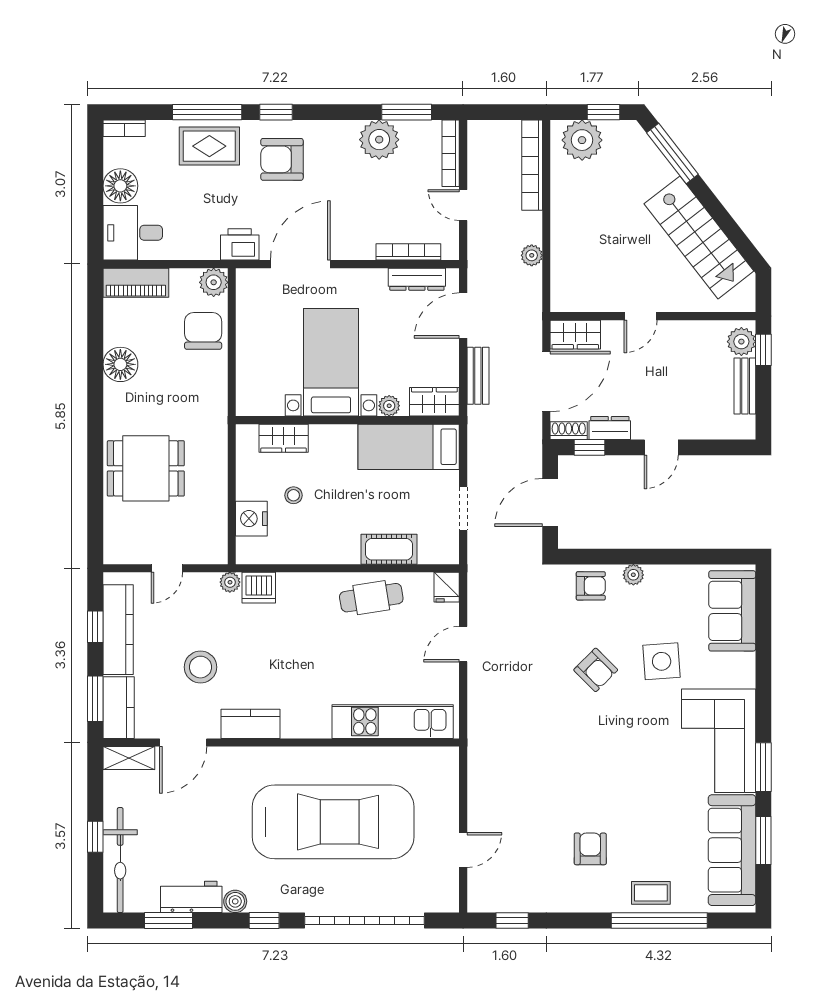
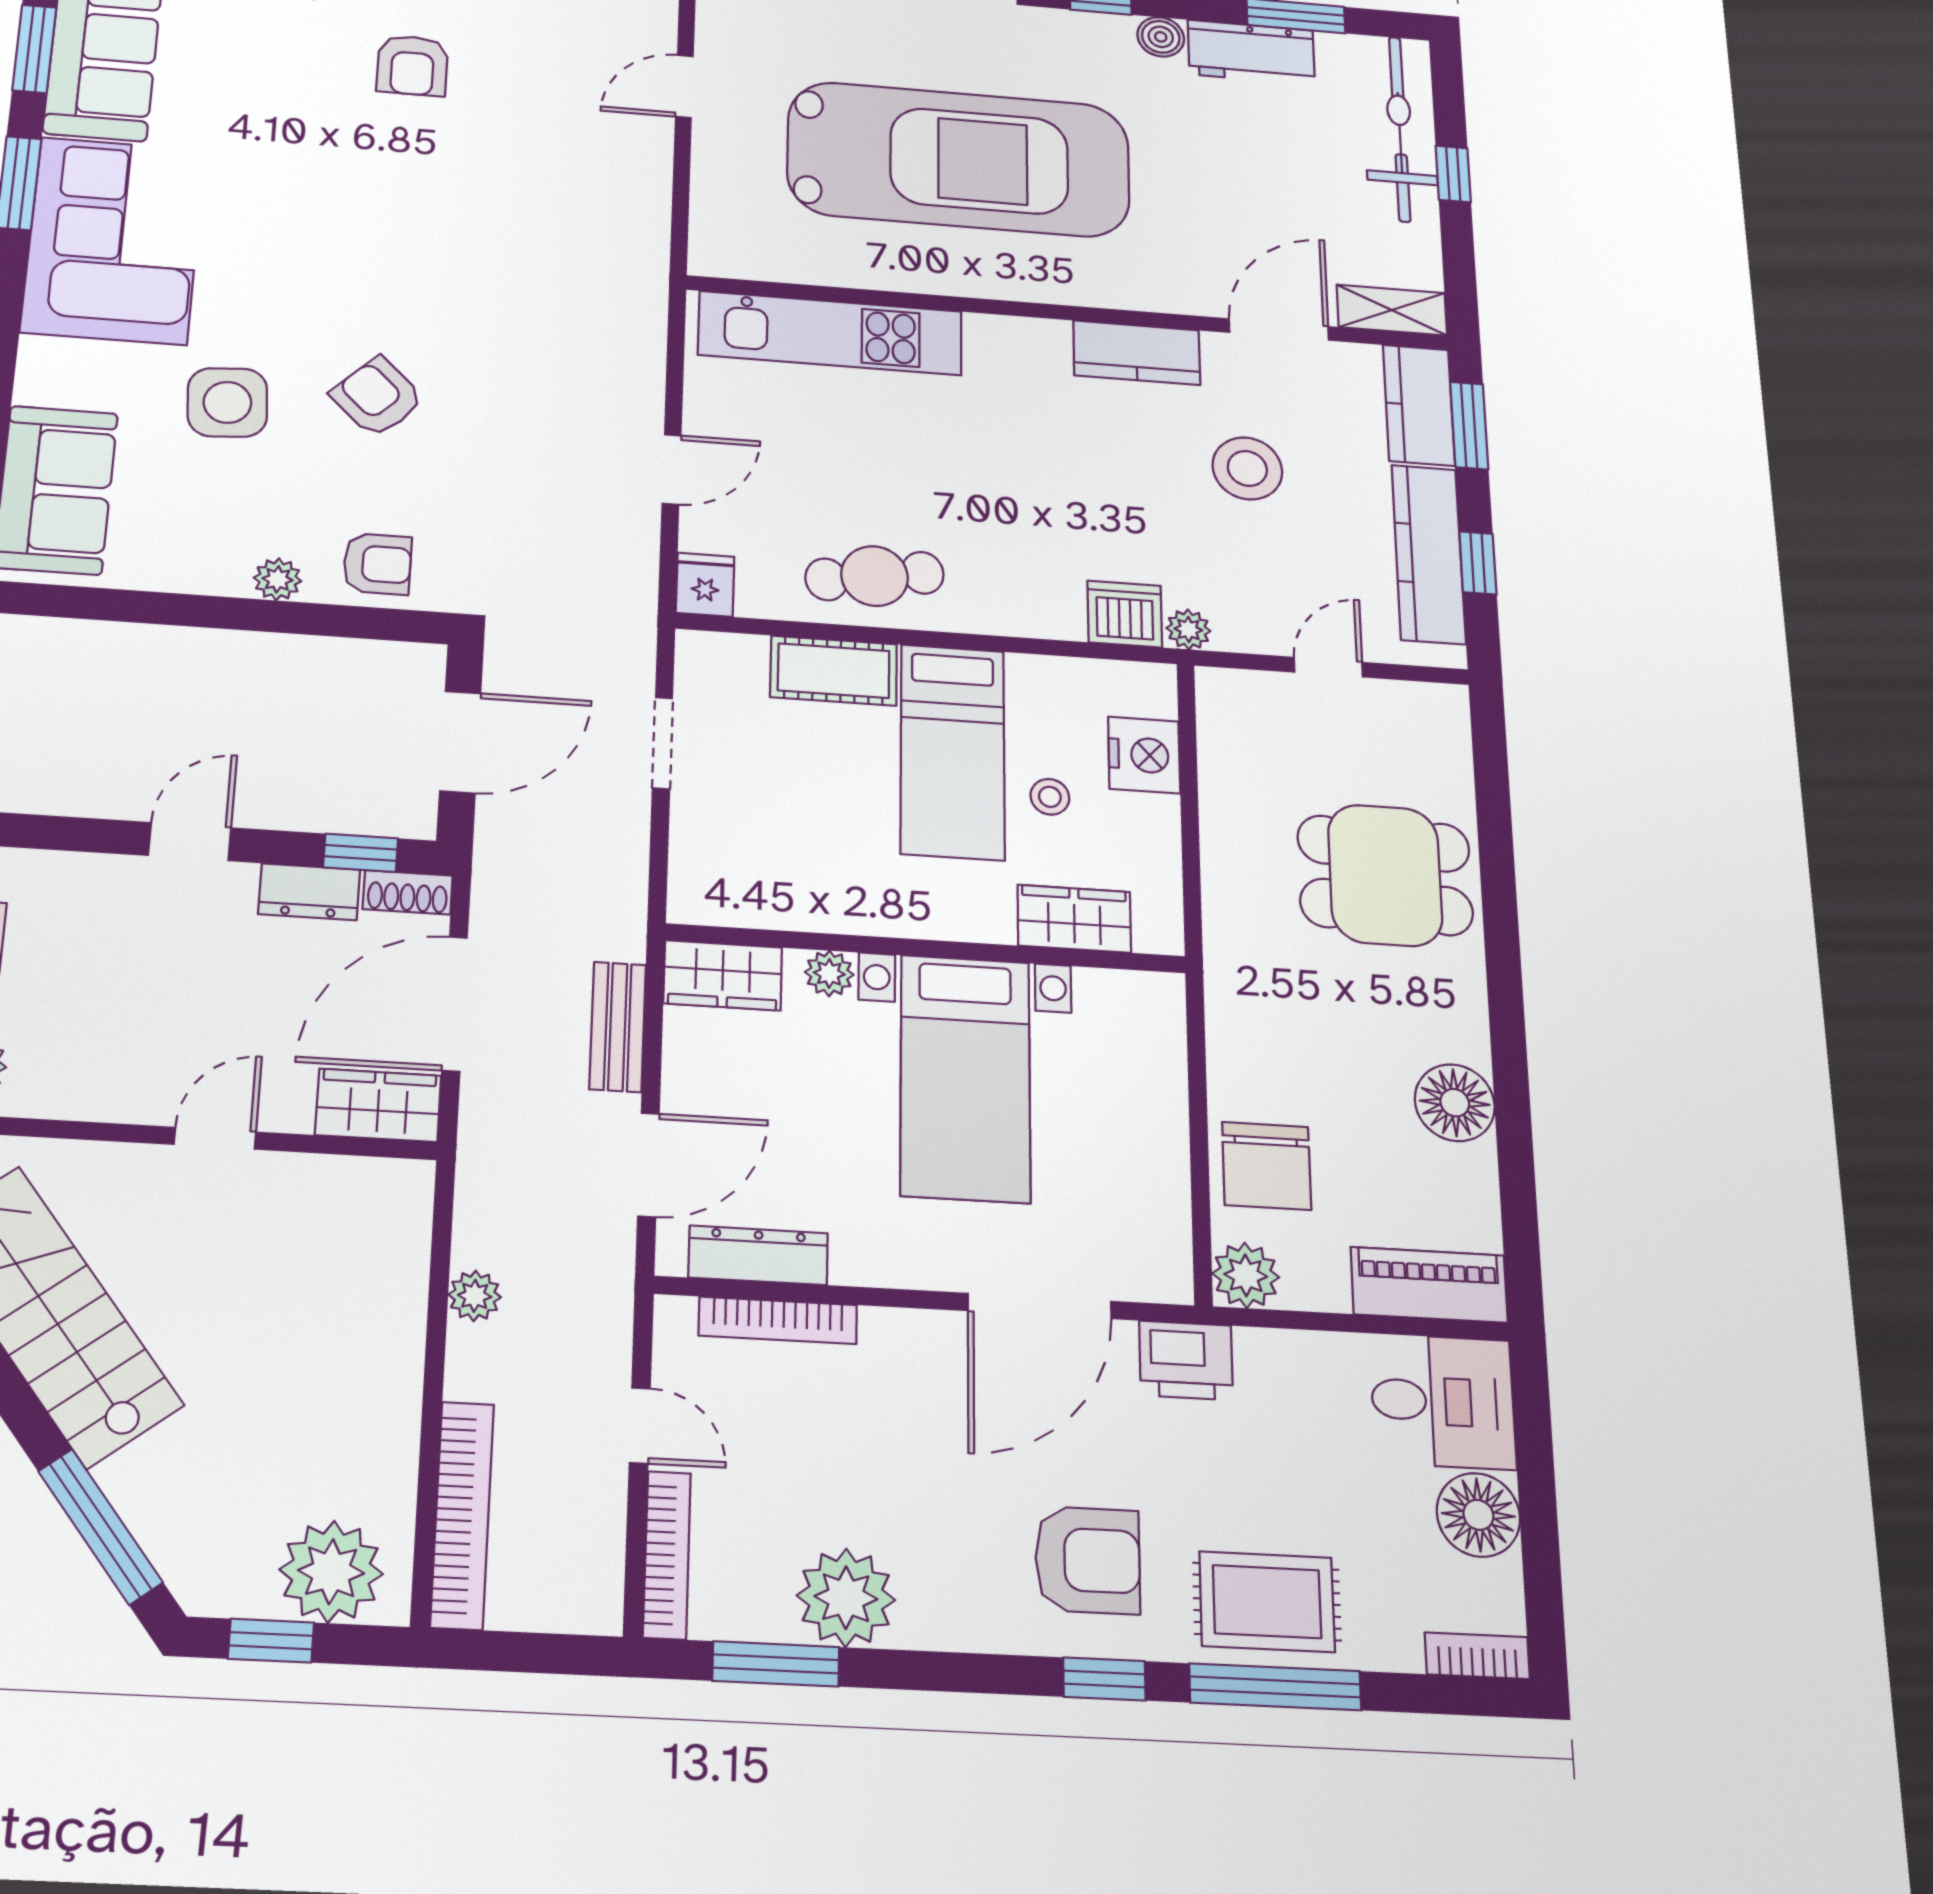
bed: (409, 447) -> (953, 752), moved, turned 90
armchair: (591, 586) -> (377, 564), turned 180
car: (333, 822) -> (959, 159), turned 180

